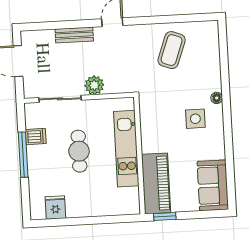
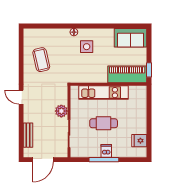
bench: (74, 35) -> (28, 135), moved
coffee table: (172, 50) -> (41, 60), turned 57
dishwasher: (36, 136) -> (106, 151), moved

